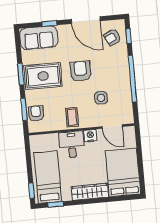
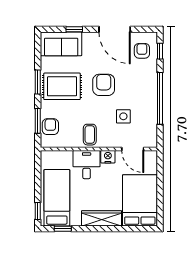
armchair: (112, 37) -> (142, 51), turned 117

